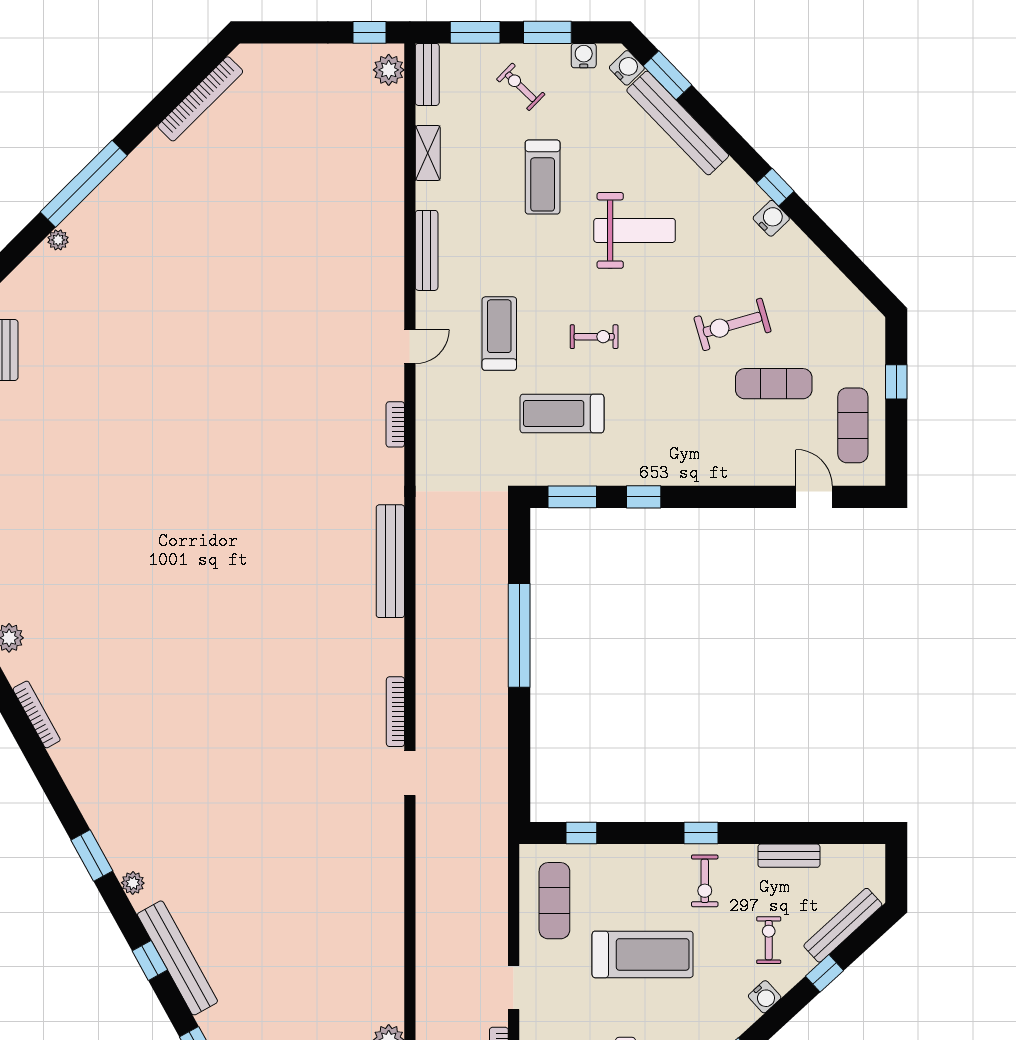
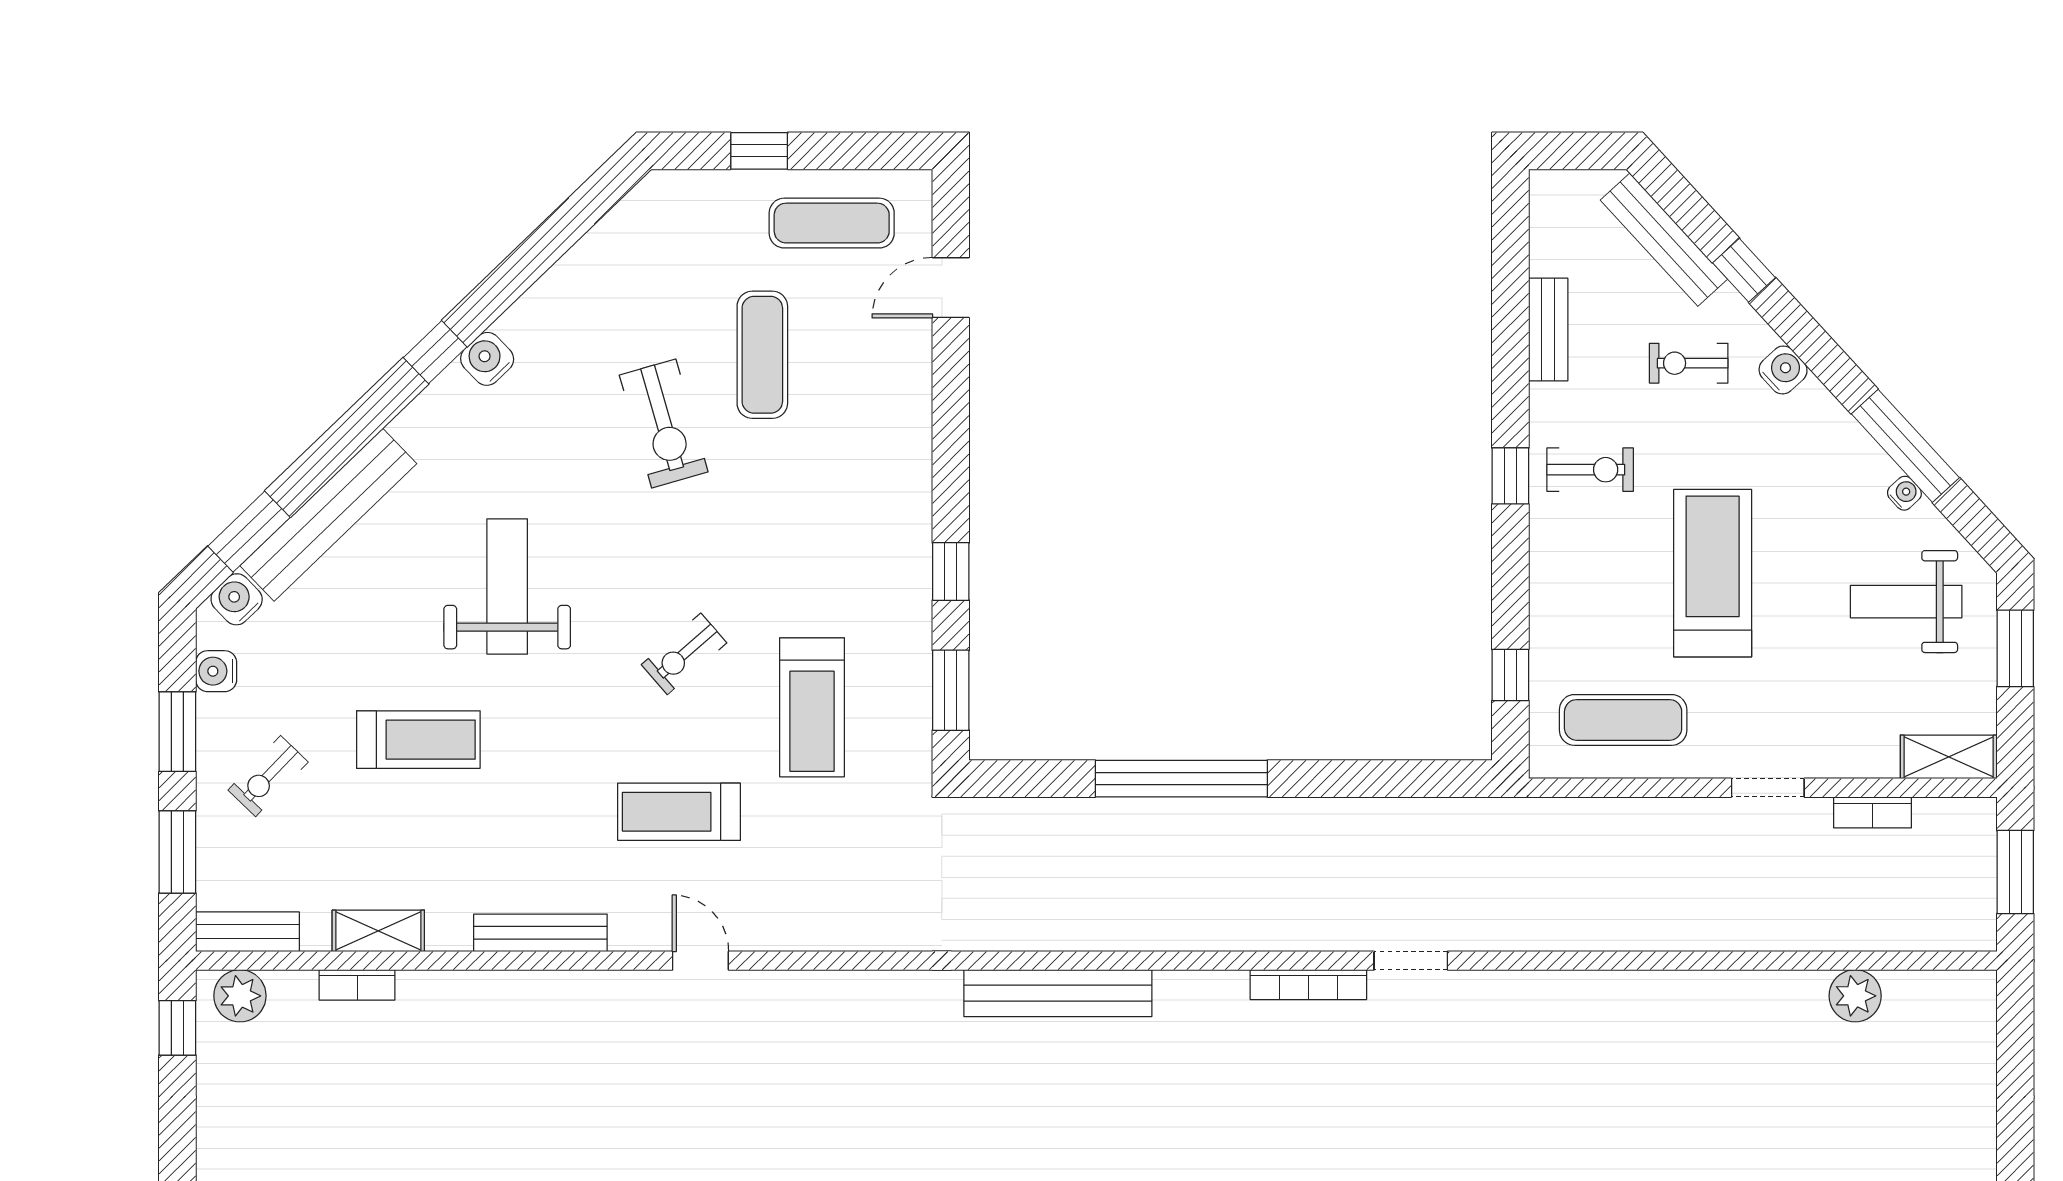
exercise bike: (594, 337) -> (684, 654), turned -131
bookcase: (395, 424) -> (357, 985), moved

